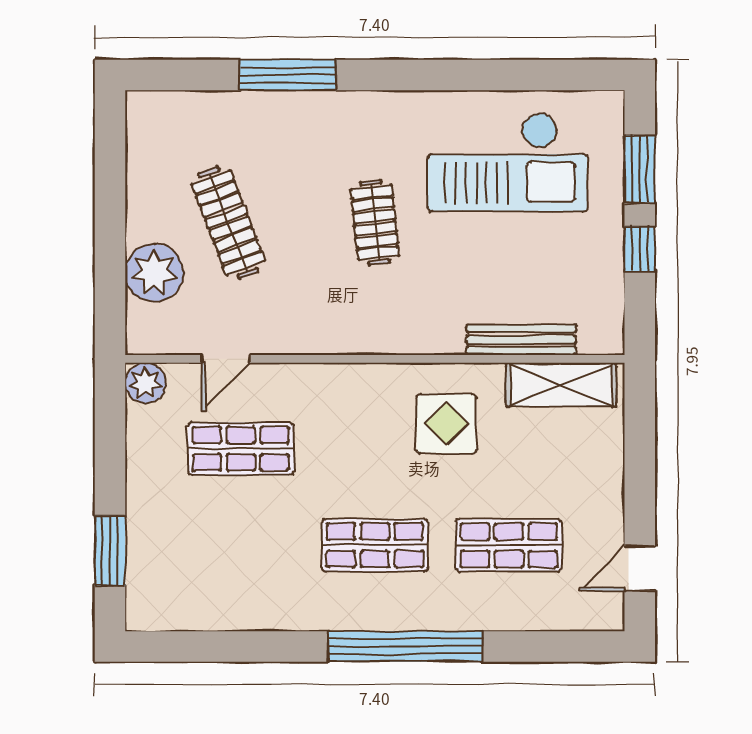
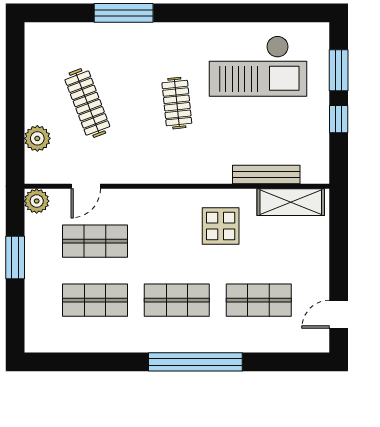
plant: (154, 273) -> (37, 138), width x0.73, depth x0.73
shop shelf: (241, 545) -> (95, 300), added
window: (110, 551) -> (15, 258), moved

